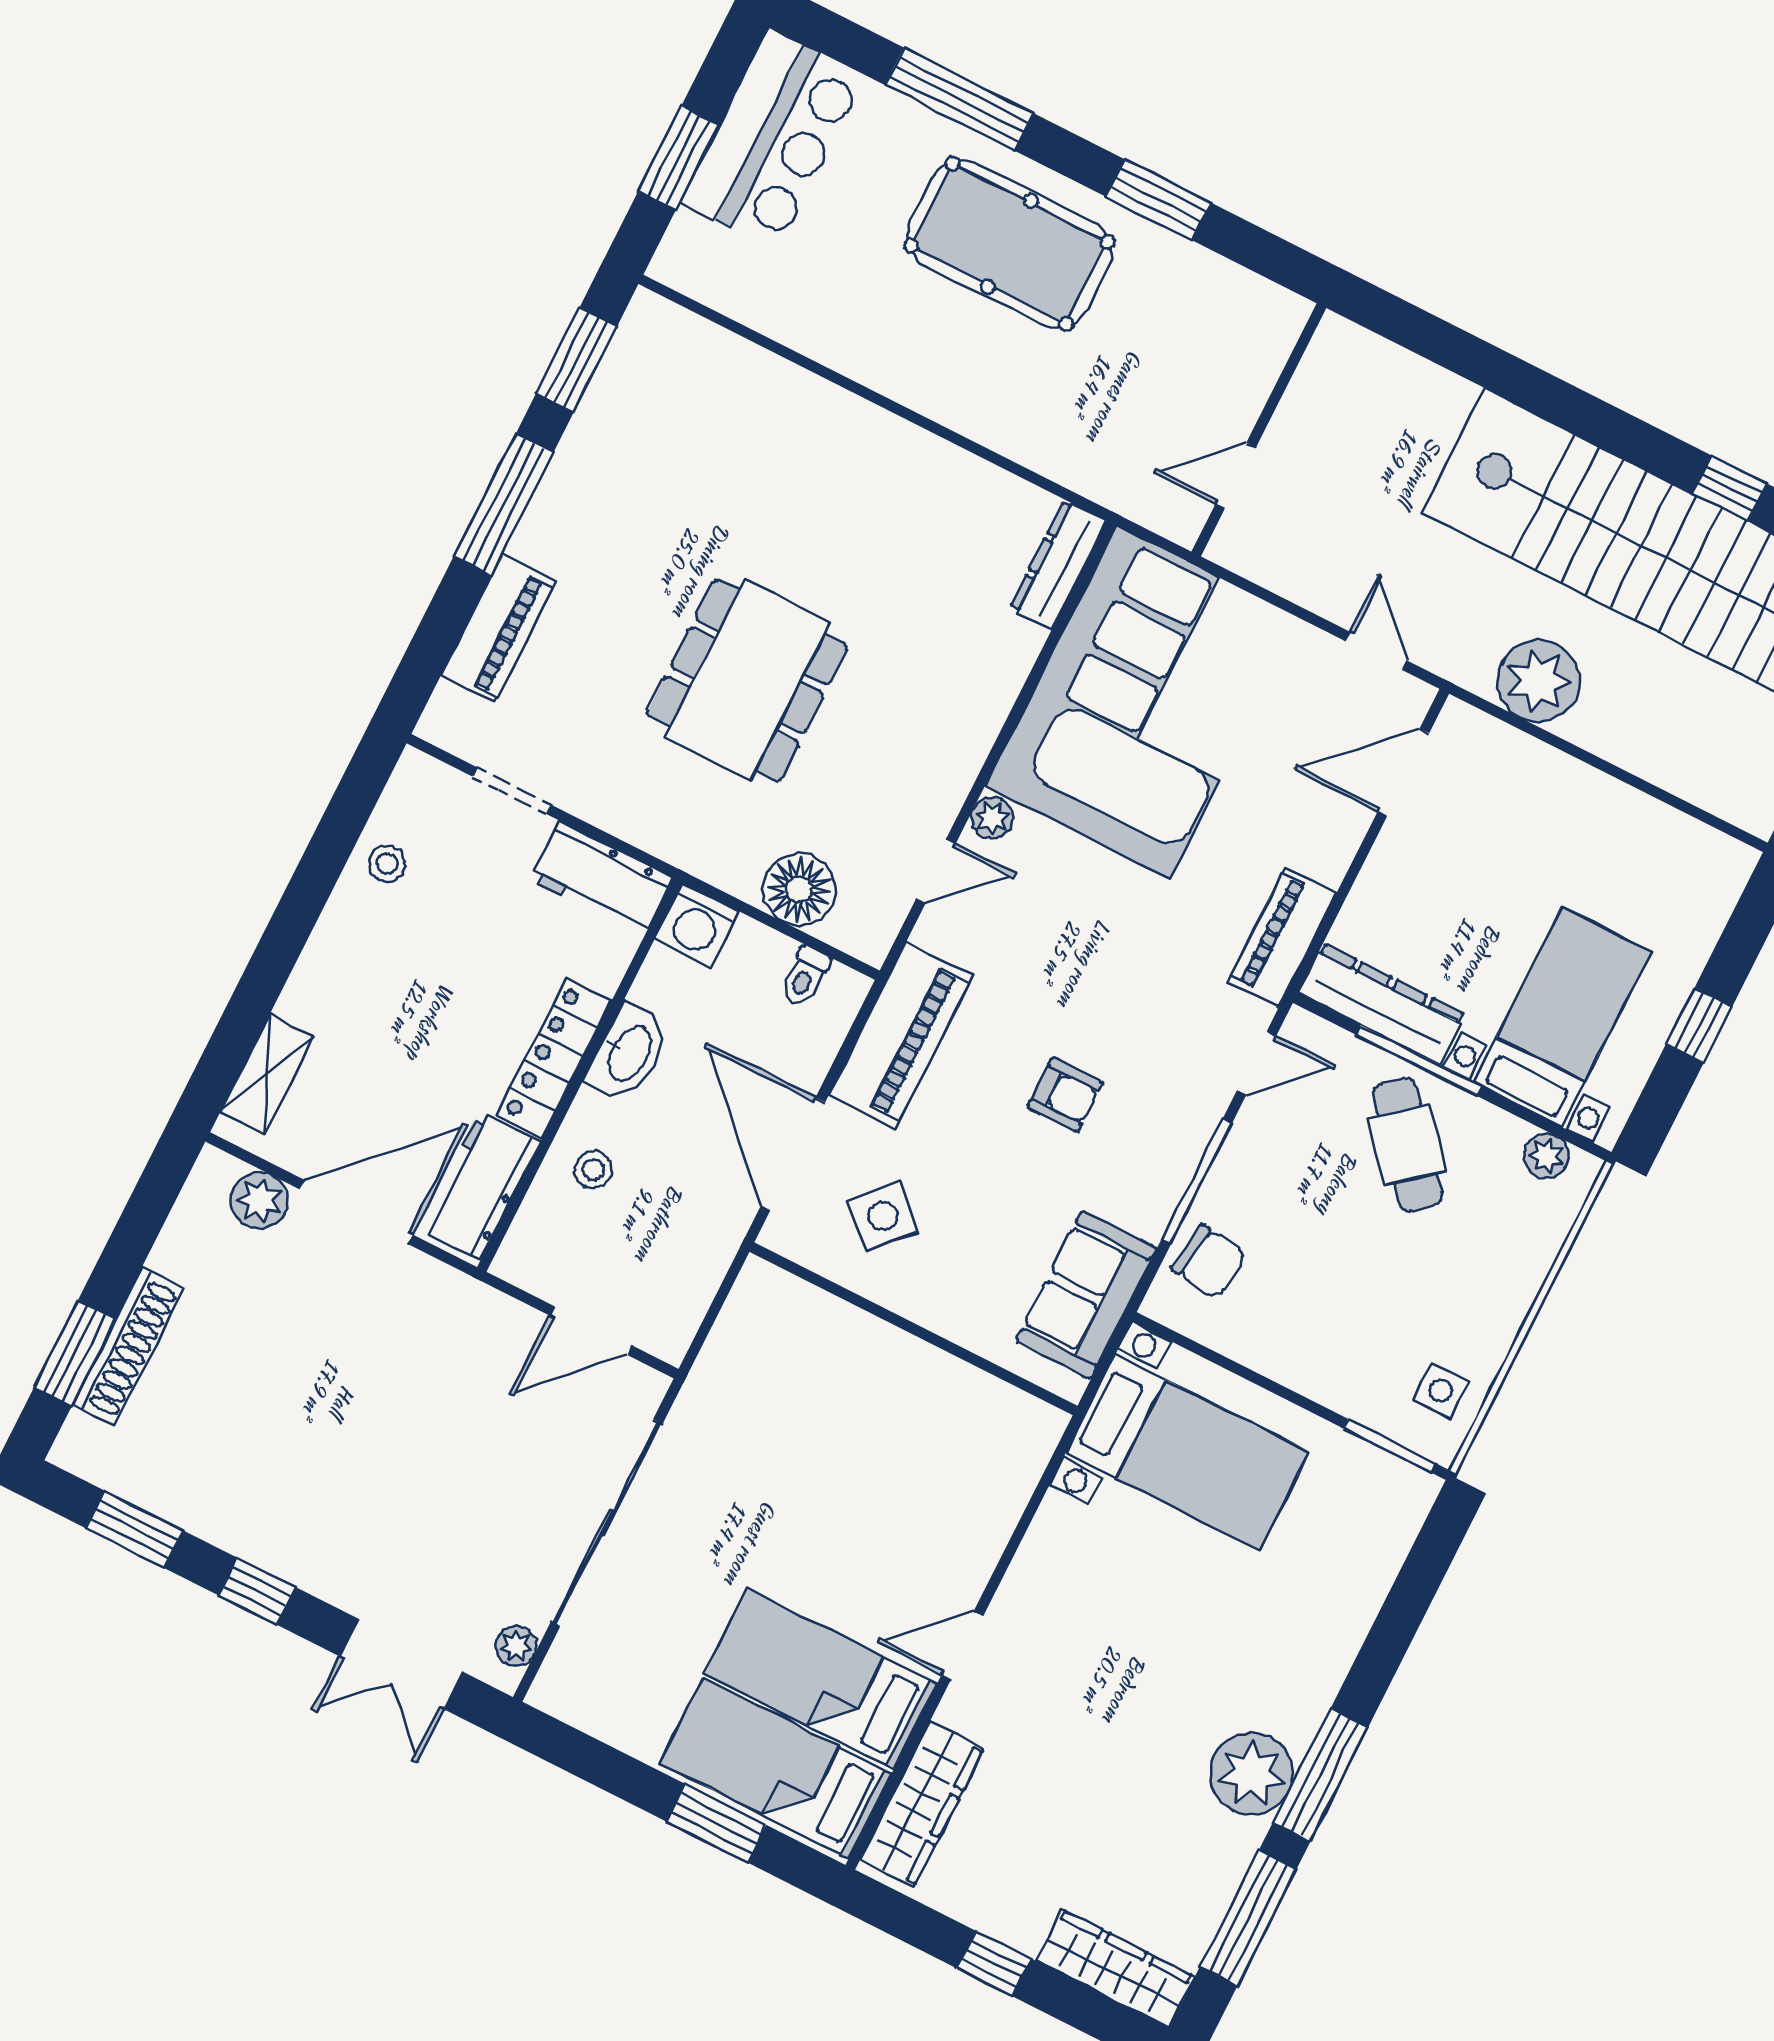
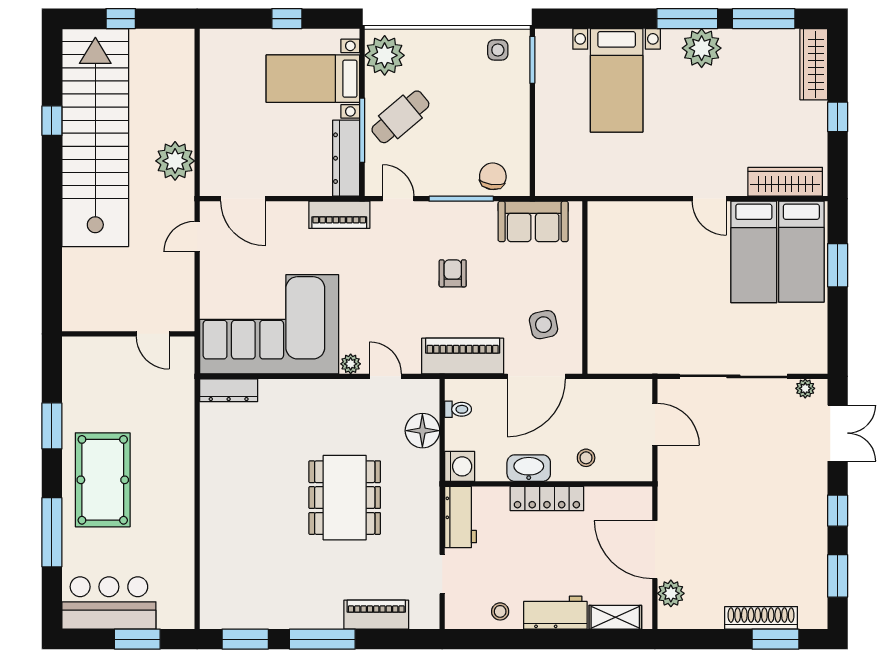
dining table: (747, 680) -> (345, 498), turned 90
plant: (1546, 1156) -> (385, 55), width x1.87, depth x1.87
workbench: (479, 1186) -> (555, 613), moved, turned 180
side table: (883, 1216) -> (544, 325), turned 35
bed with nightstands: (1187, 1452) -> (617, 80), moved, turned 180

